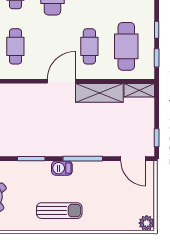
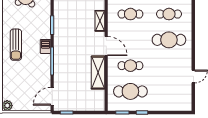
shelving: (139, 90) -> (100, 21), moved

